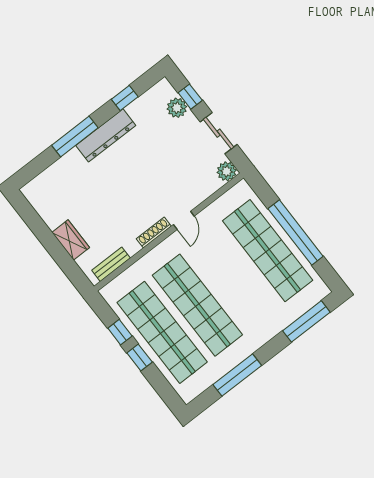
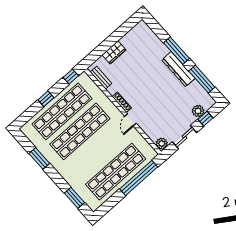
window: (125, 98) -> (202, 79), width x2.17
door: (184, 220) -> (130, 120), hinge flipped
window: (296, 232) -> (139, 178), moved
window: (306, 321) -> (74, 198), width x0.69
window: (120, 332) -> (71, 77), moved
window: (237, 375) -> (39, 158), width x0.69

